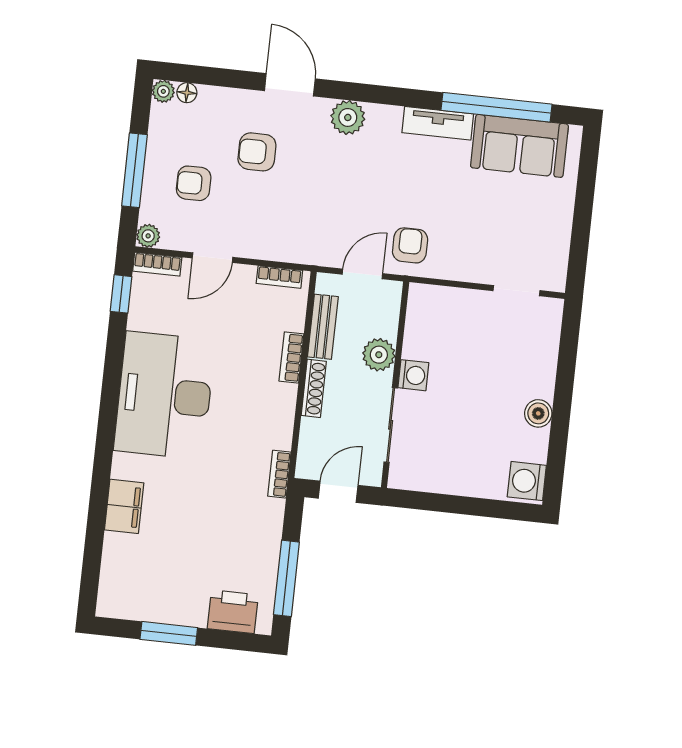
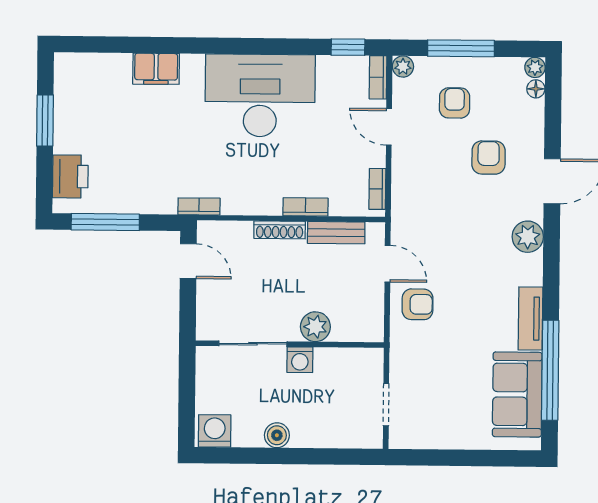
plant: (379, 355) -> (315, 327), moved
washing machine: (413, 375) -> (300, 360), moved
wall: (395, 385) -> (290, 344), moved
sliding door: (391, 425) -> (253, 344), moved

